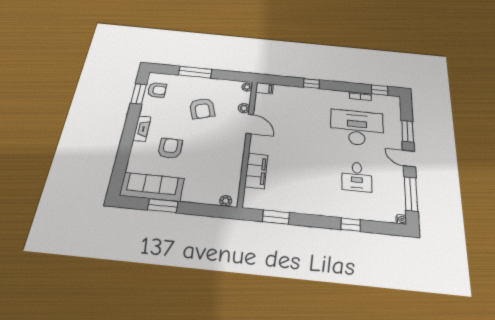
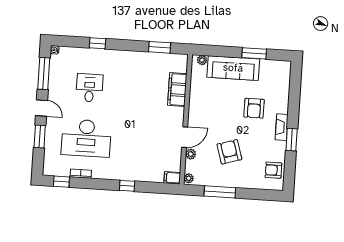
window: (195, 72) -> (220, 192), moved
window: (139, 94) -> (292, 140), moved
door: (250, 124) -> (185, 137), swing flipped
sofa: (152, 187) -> (233, 68), moved

